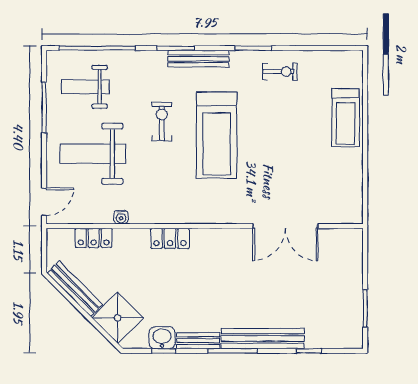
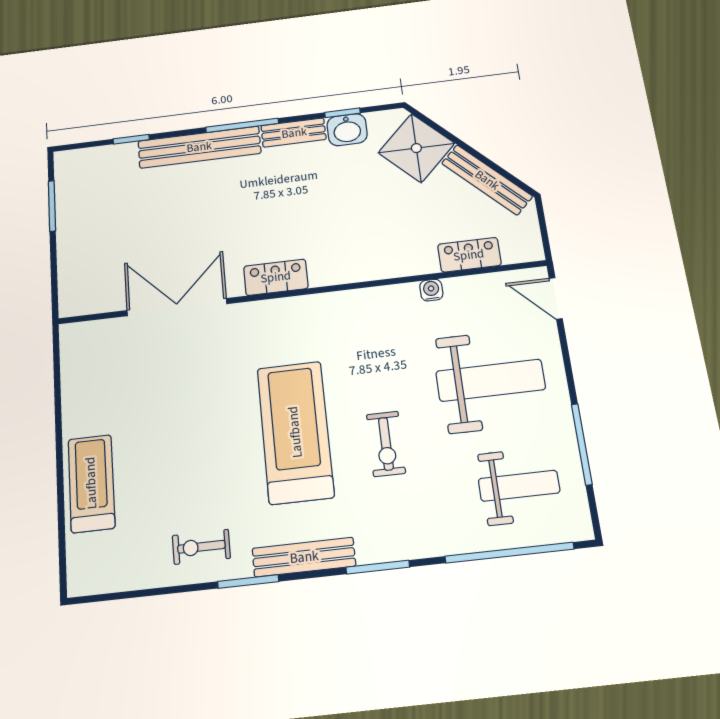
bench: (198, 59) -> (304, 557), moved
door: (44, 202) -> (556, 298), hinge flipped
locker: (170, 238) -> (276, 277), moved

